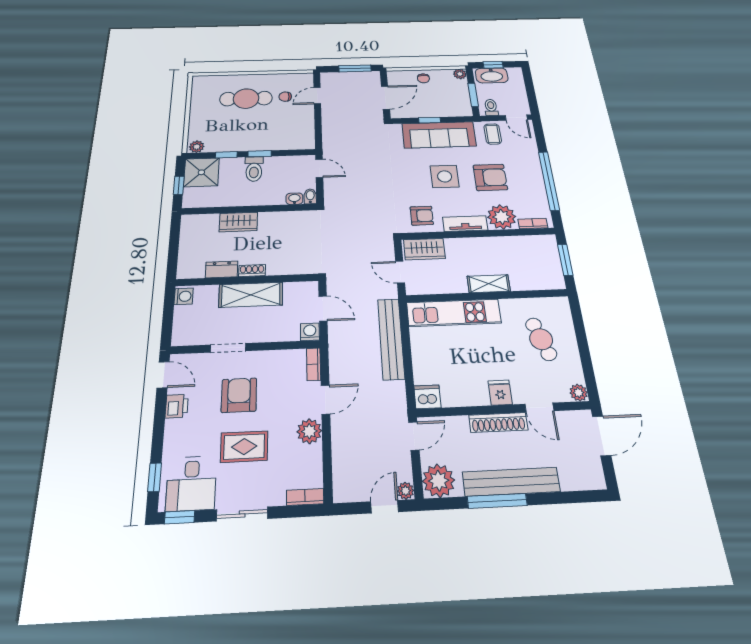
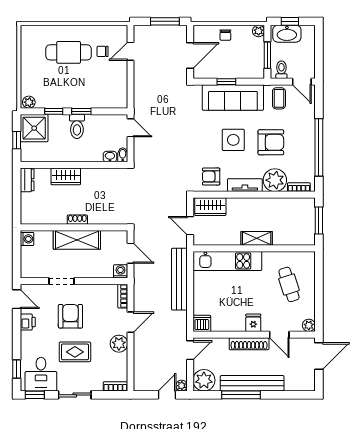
armchair: (422, 216) -> (211, 176), turned 180
dresser: (222, 269) -> (27, 180), moved, turned 90

